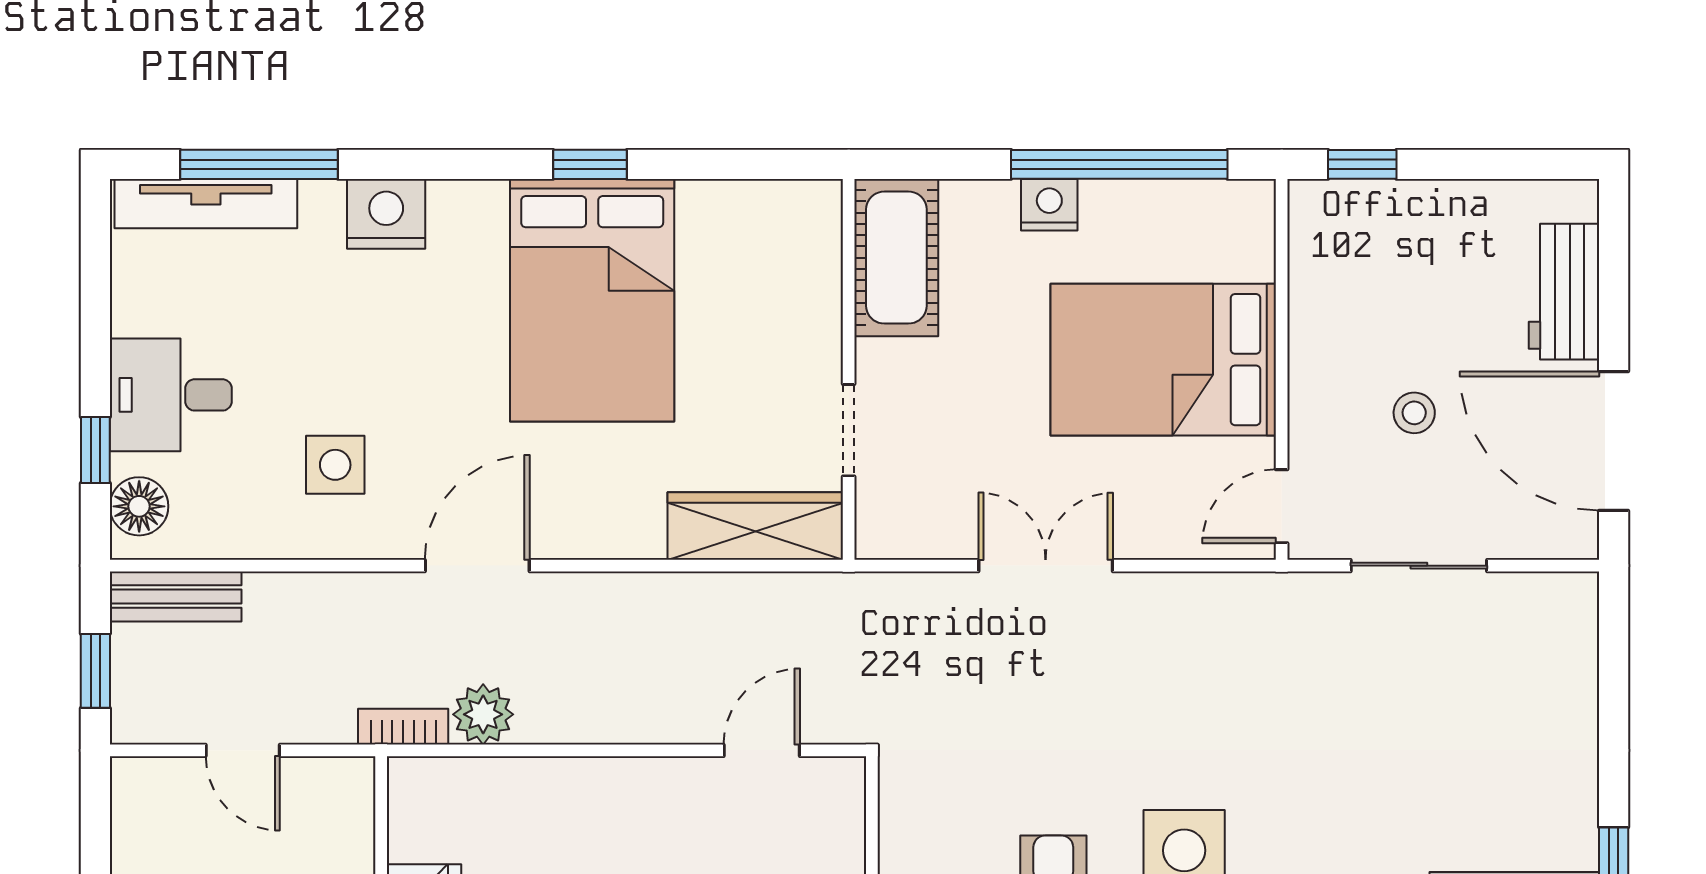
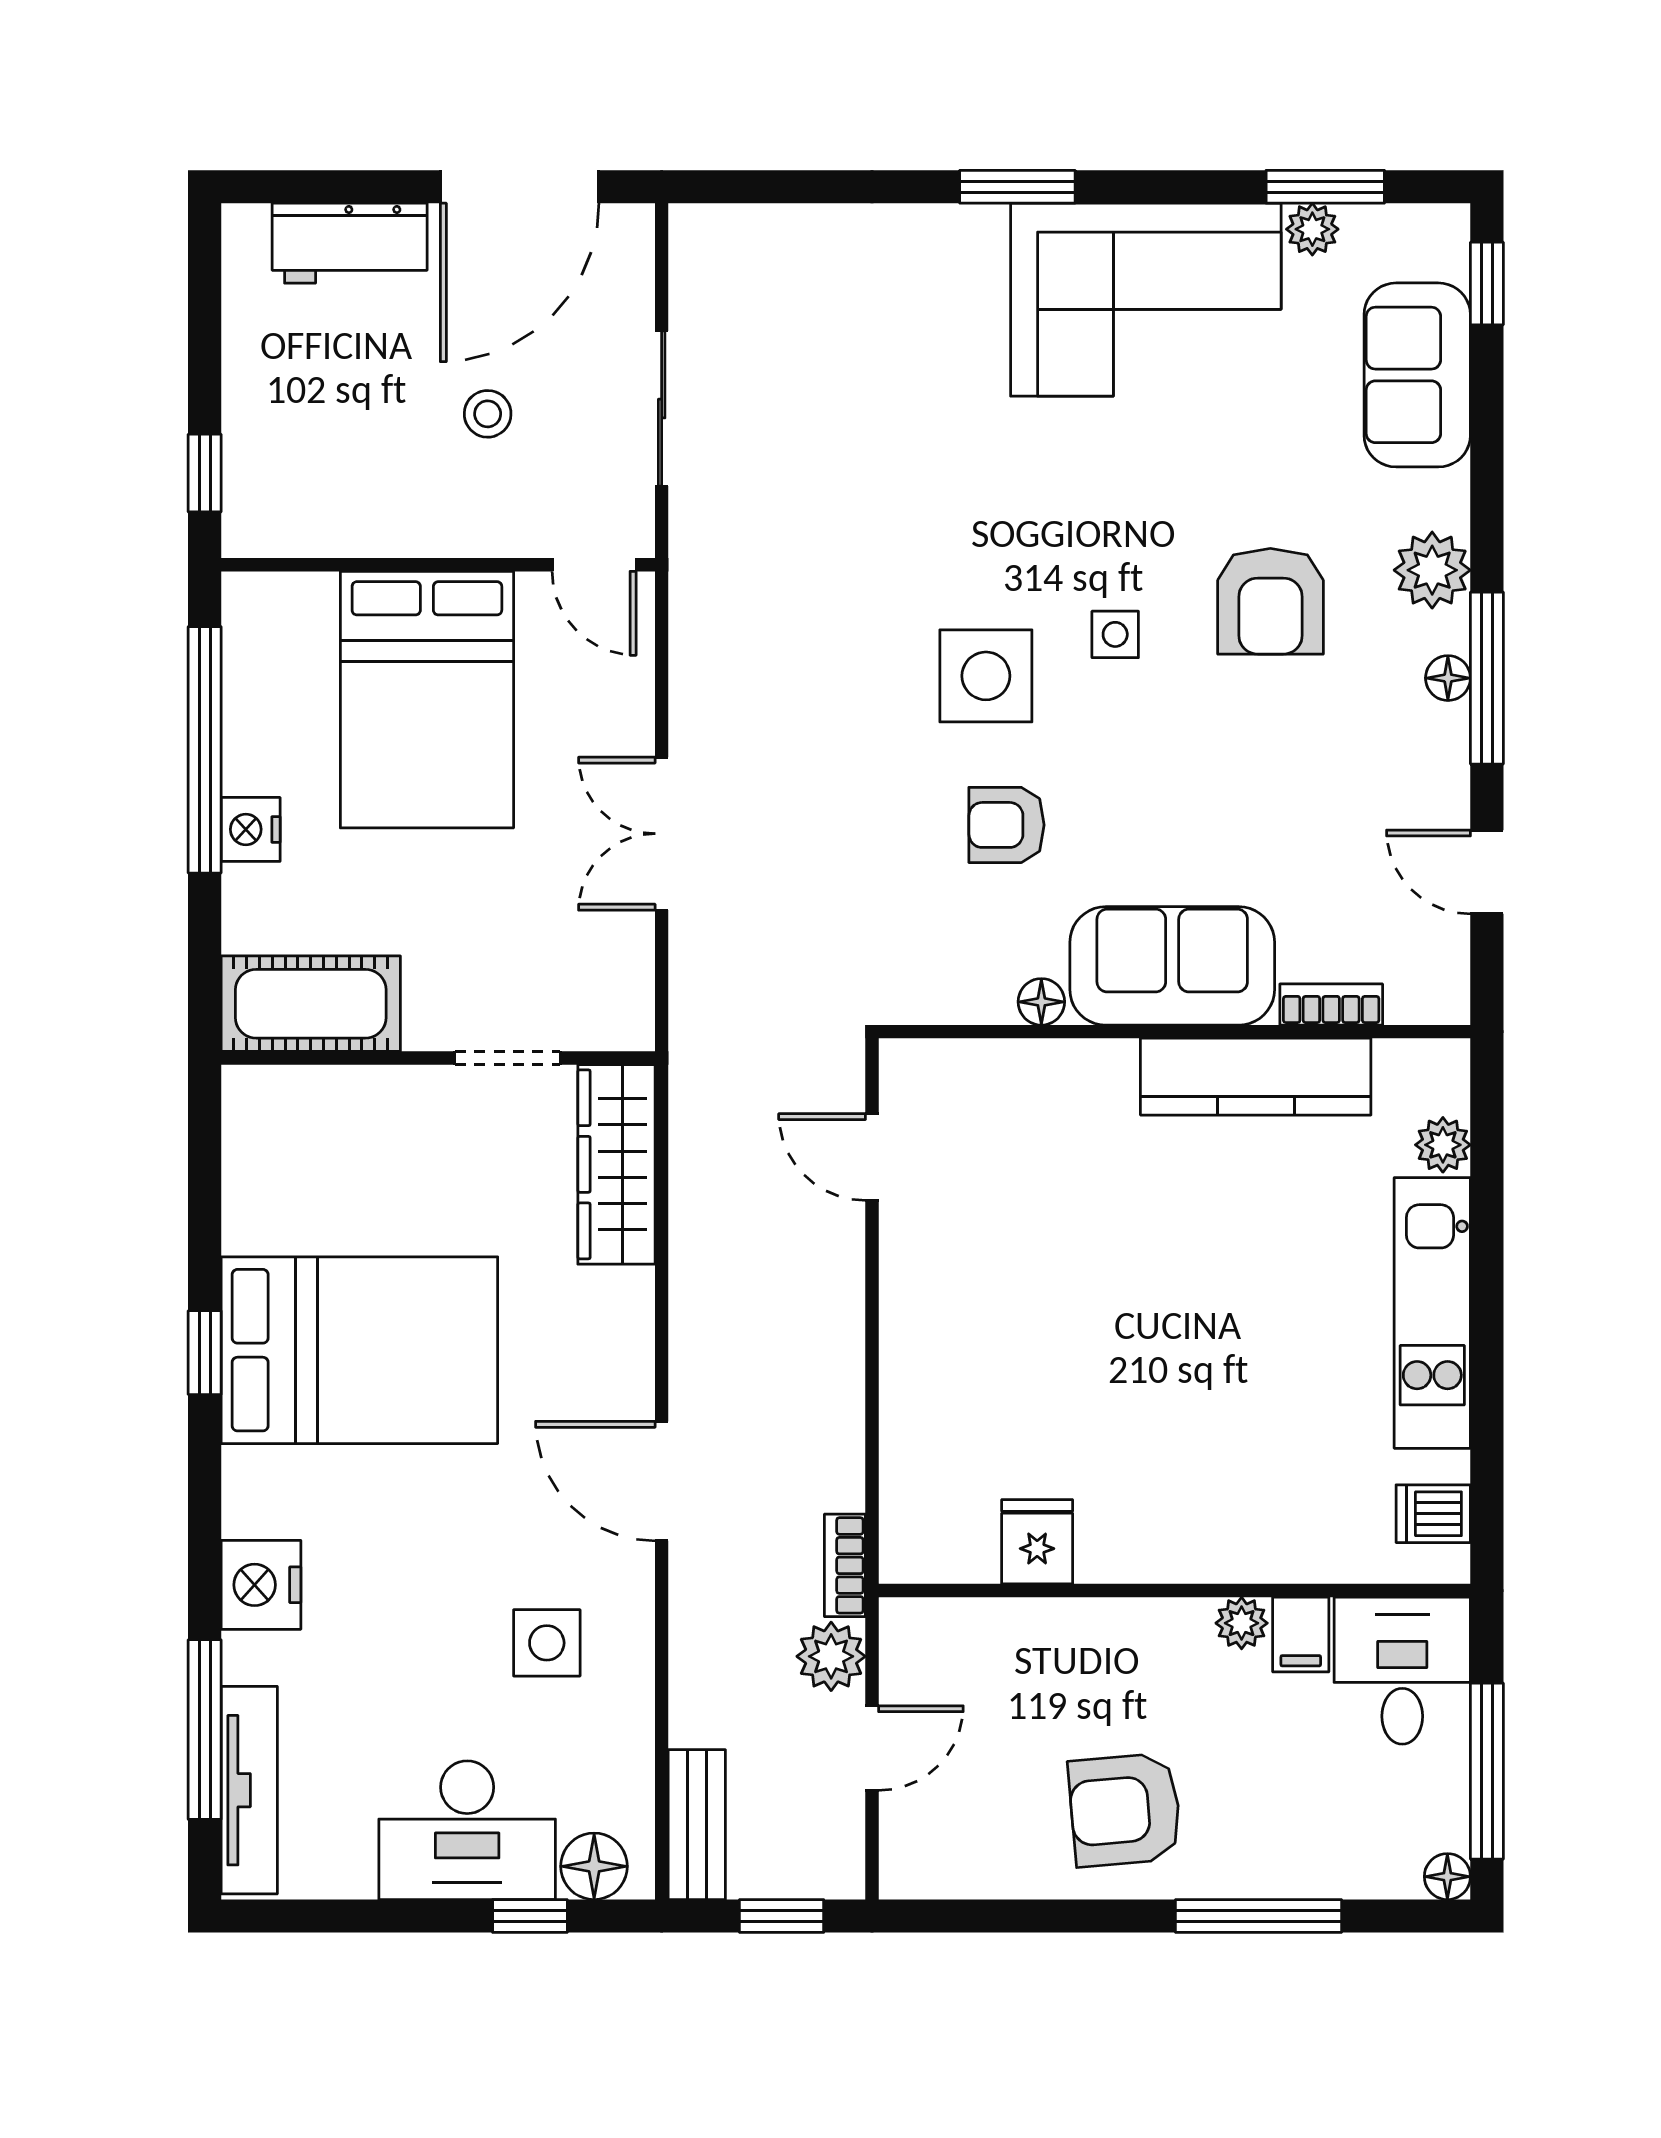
desk: (171, 395) -> (467, 1830), width x1.37
plant: (483, 714) -> (831, 1656), moved

